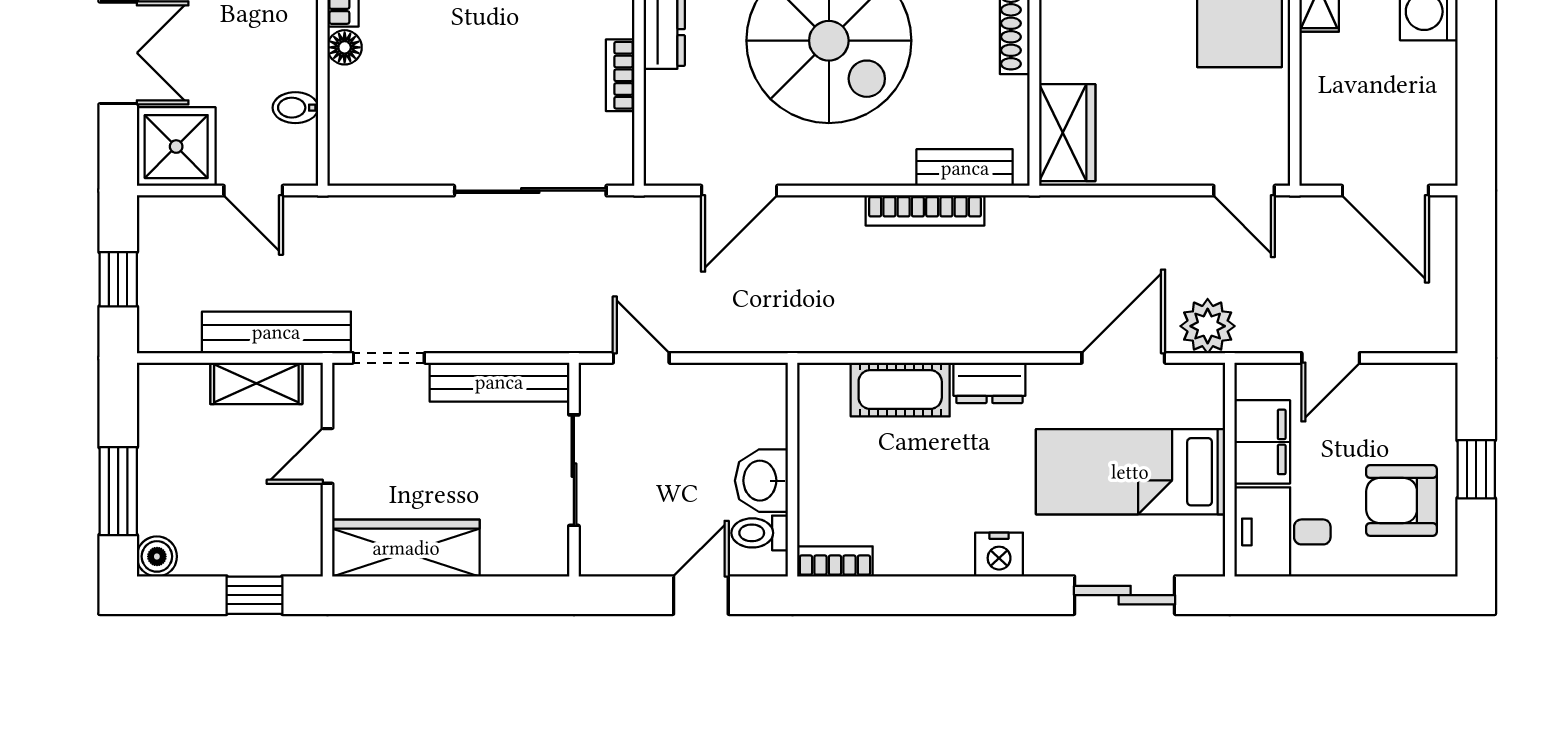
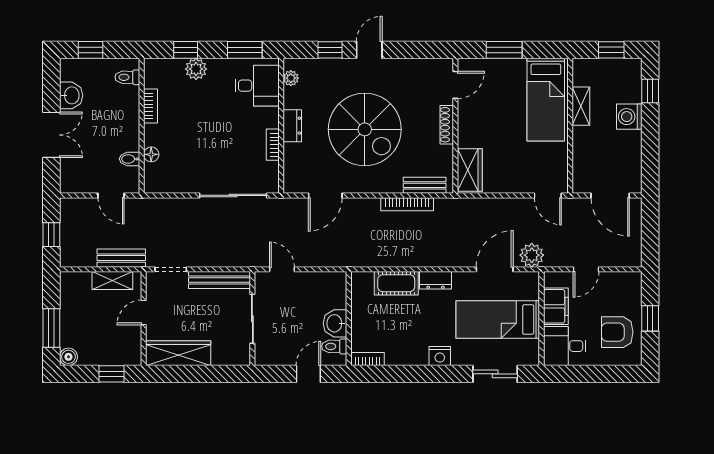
floor lamp: (345, 47) -> (151, 154), moved
shower: (176, 147) -> (77, 176), removed
bench: (276, 332) -> (121, 258), width x0.73

